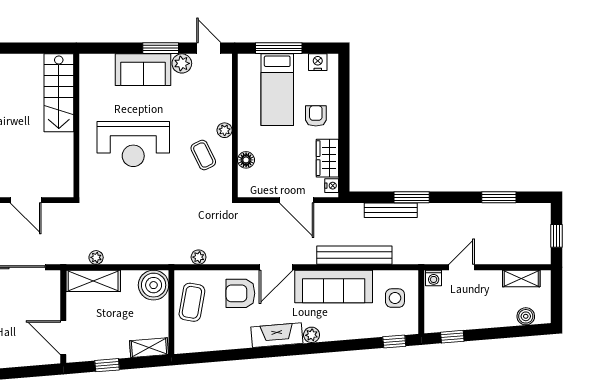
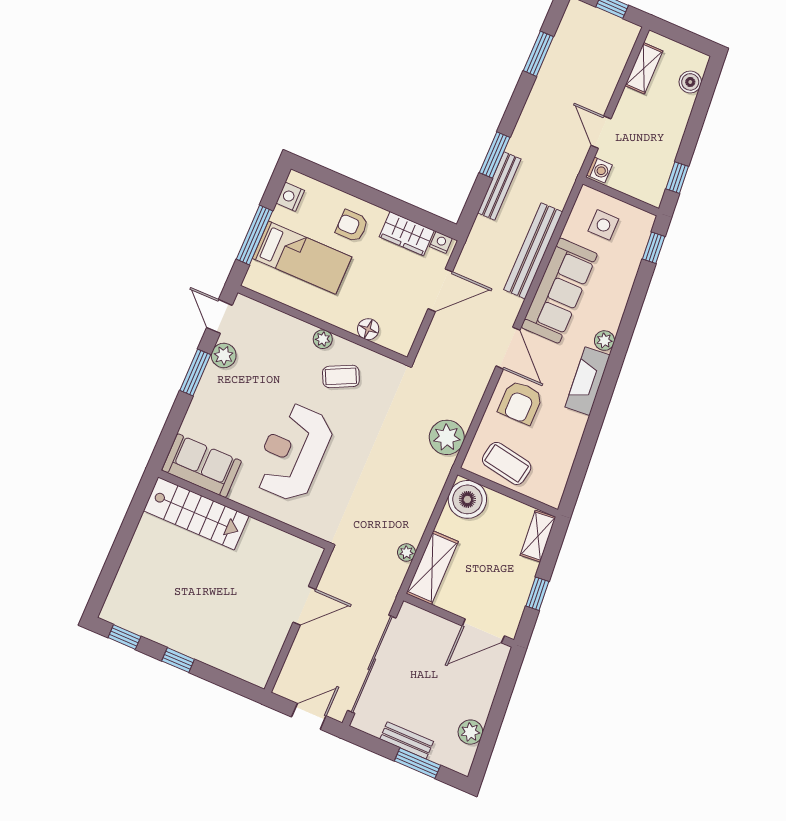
door: (209, 48) -> (219, 316), hinge flipped
sofa: (143, 70) -> (202, 466), moved, turned -90
reception desk: (133, 144) -> (293, 452), turned 180
plant: (199, 257) -> (447, 437), width x1.88, depth x1.88

